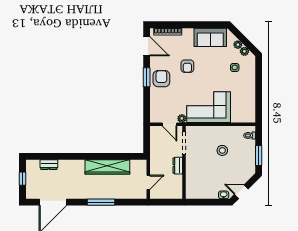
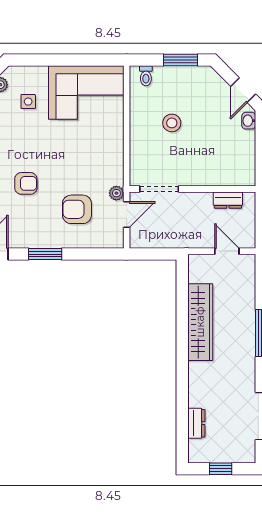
armchair: (161, 79) -> (77, 209), moved
corner sofa: (209, 107) -> (86, 93), moved, turned -90
dresser: (178, 166) -> (228, 200), moved

